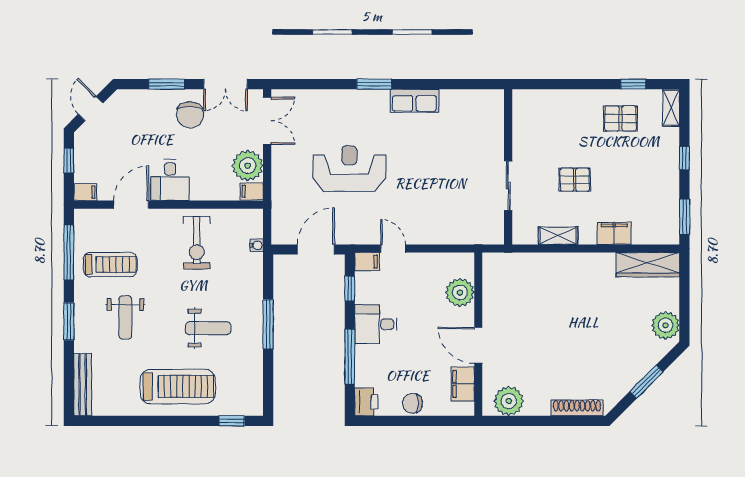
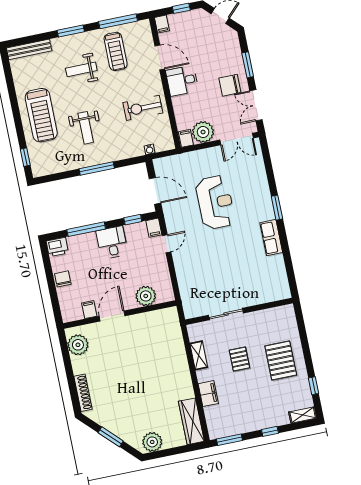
pallet: (620, 118) -> (281, 360), moved, width x1.50, depth x1.42
filing cabinet: (463, 384) -> (89, 310), width x0.50

